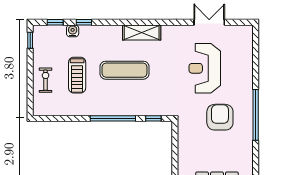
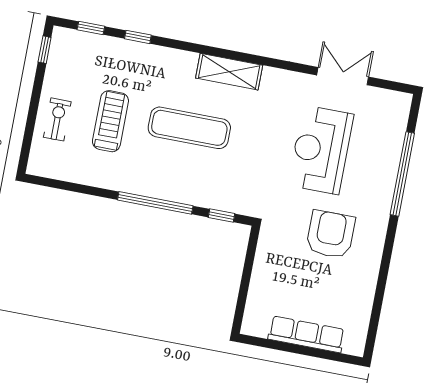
water cooler: (73, 31) -> (117, 48), removed
treadmill: (77, 75) -> (110, 121), turned 180
window: (256, 115) -> (402, 174), moved

